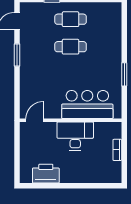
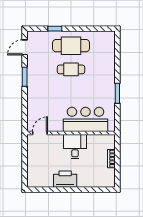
cafe table: (71, 19) -> (71, 46), width x1.37, depth x1.35
desk: (75, 136) -> (75, 147), width x0.73
printer: (46, 174) -> (65, 179), moved

